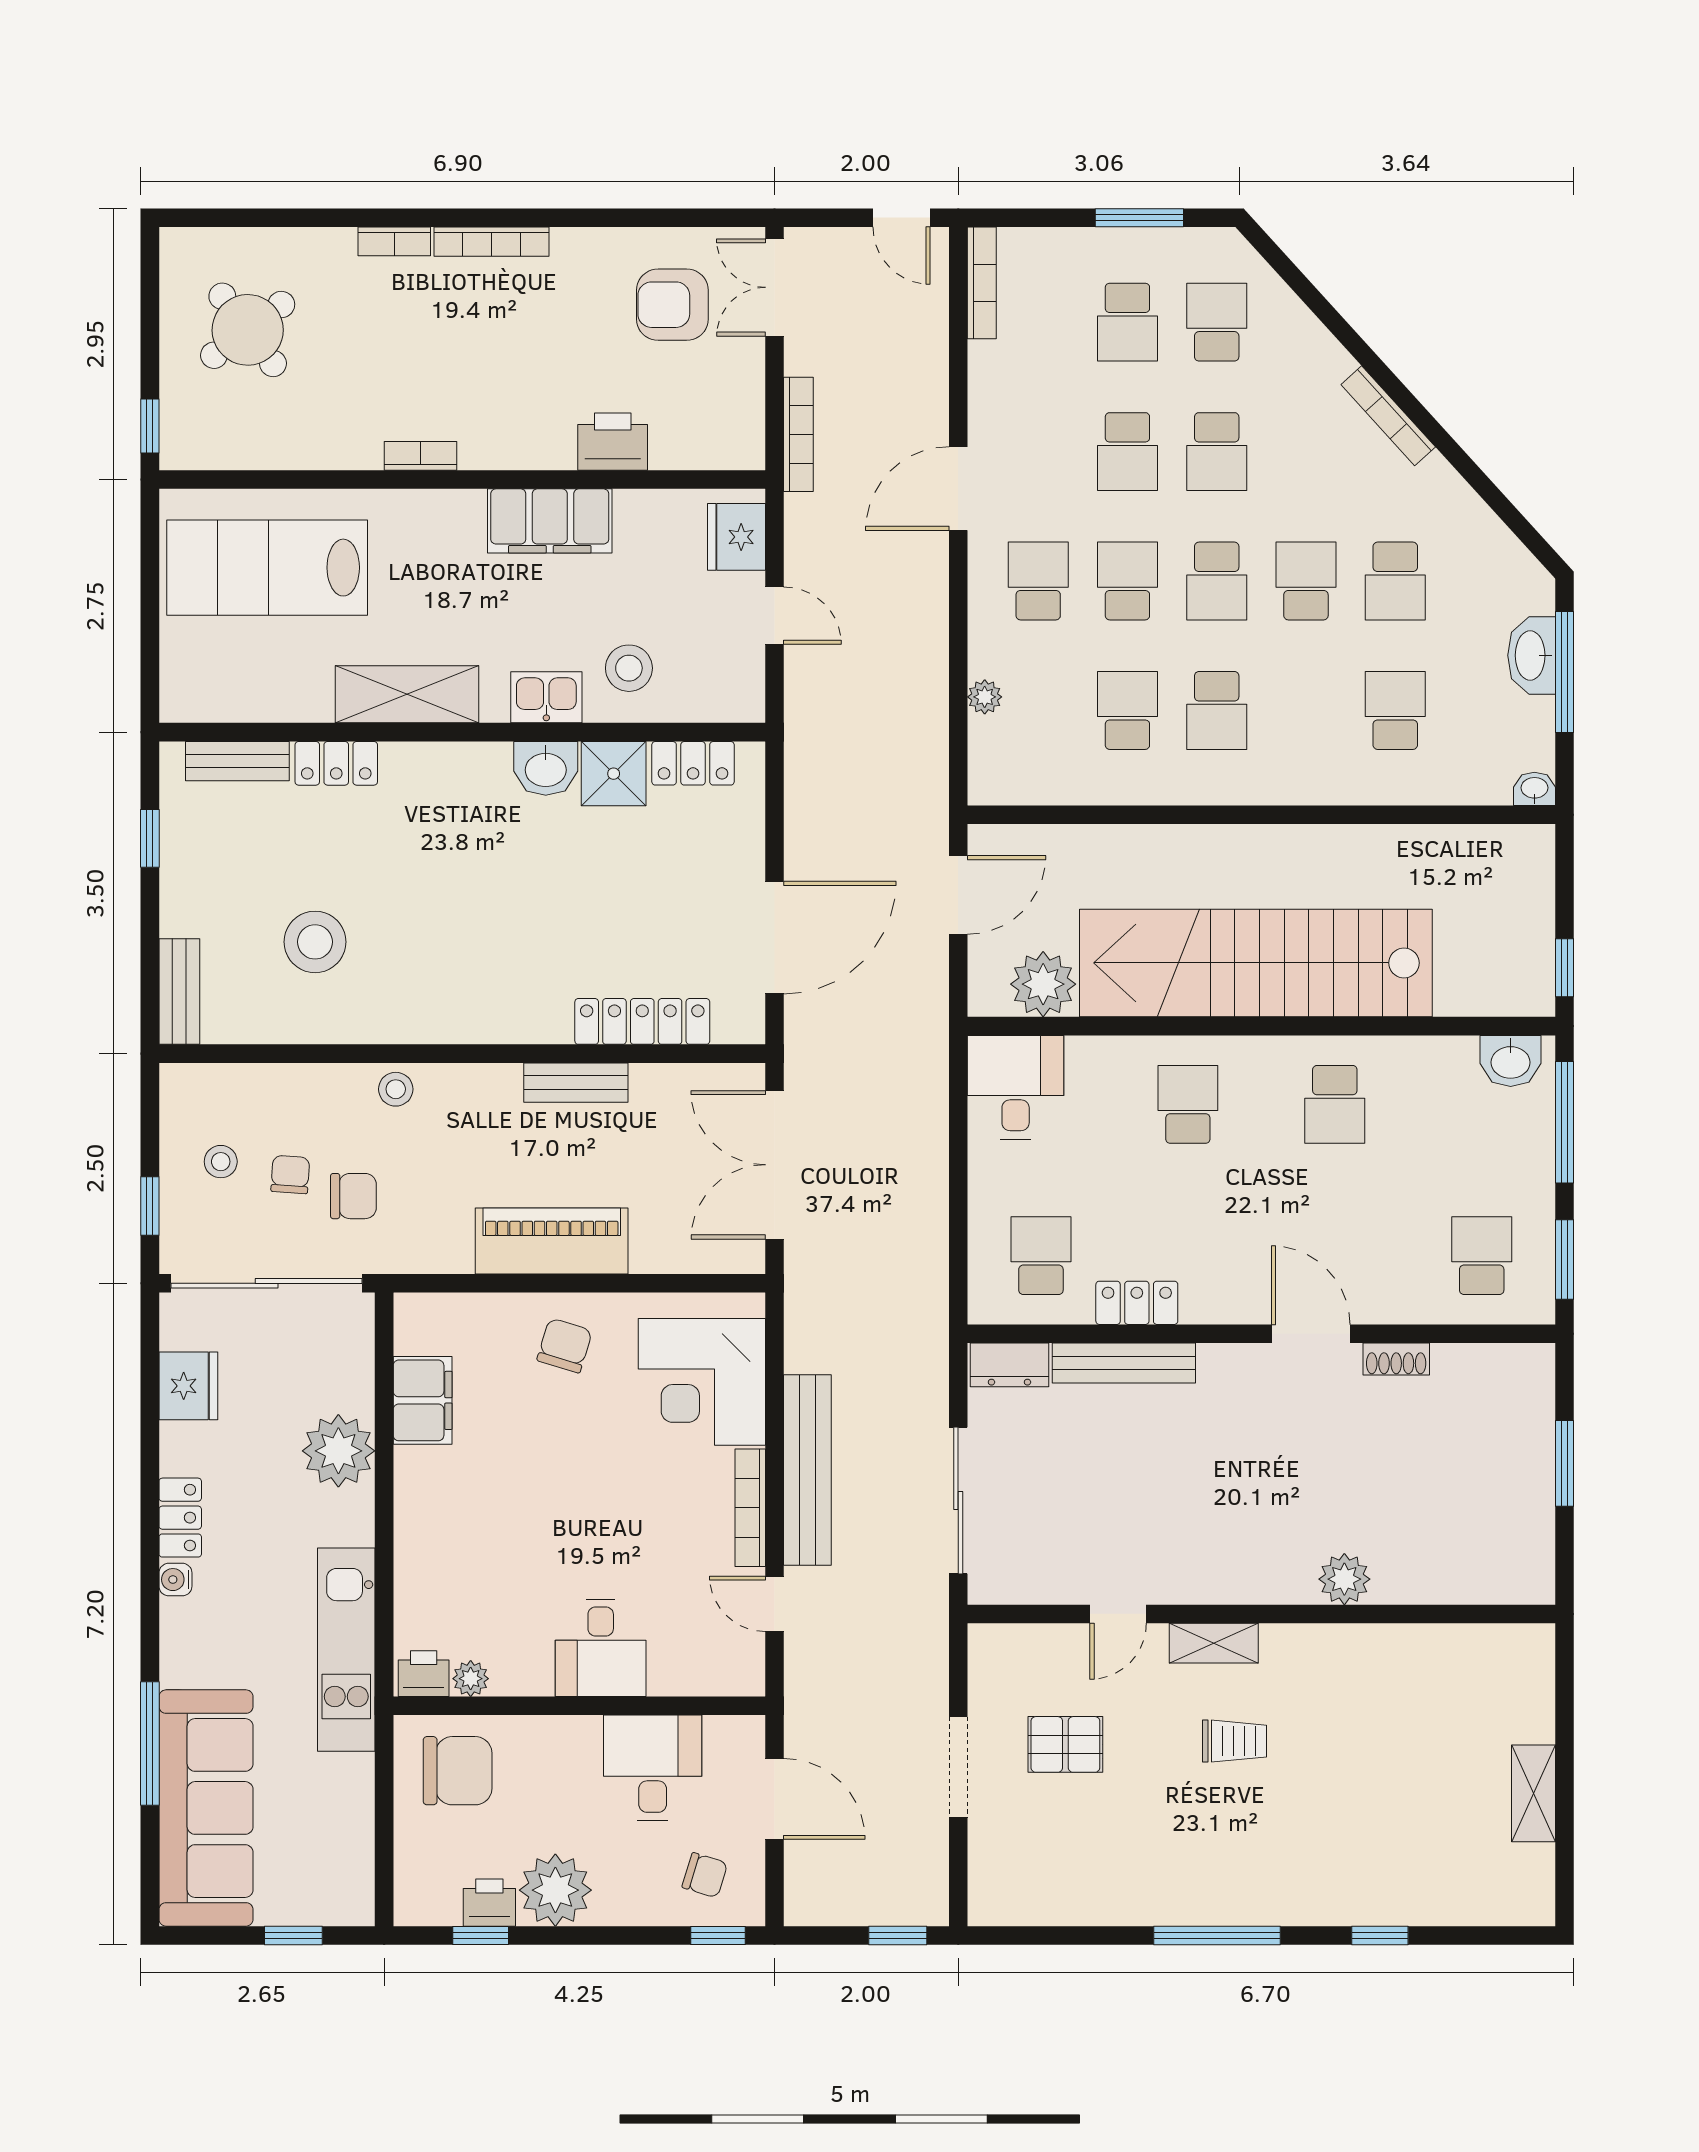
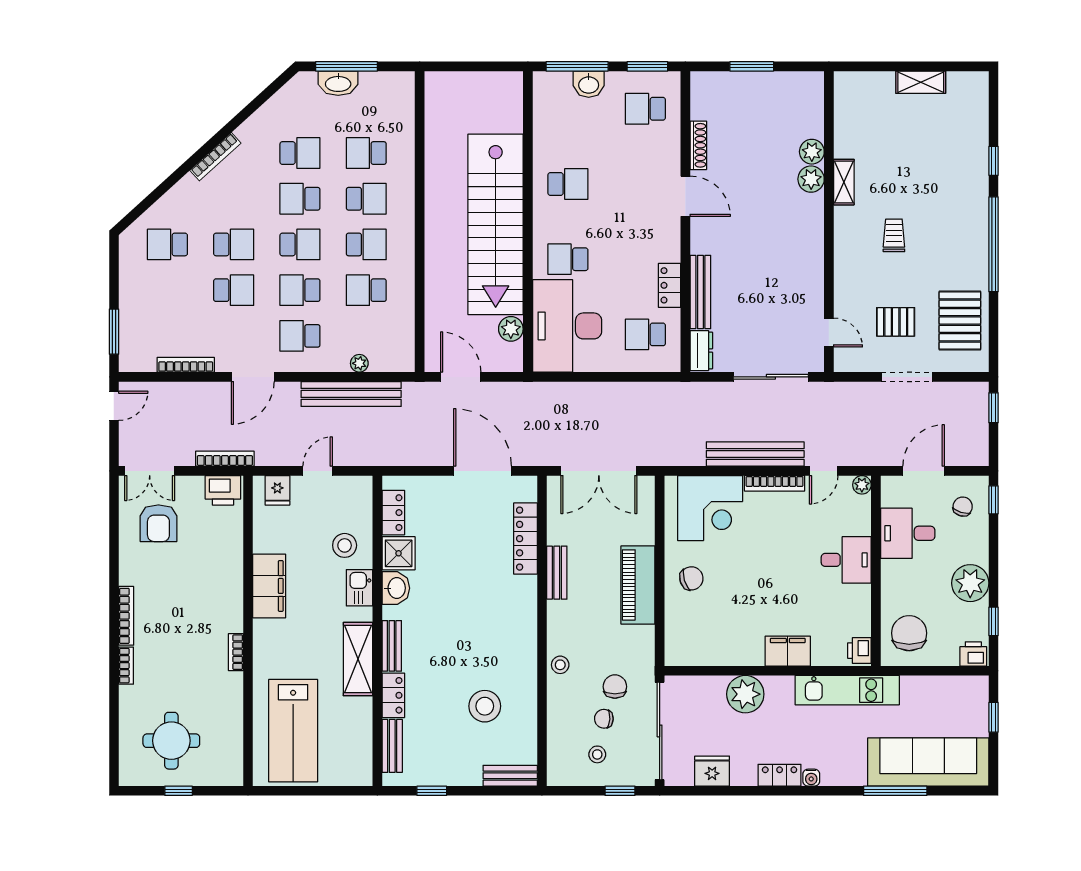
window: (1139, 218) -> (114, 332), moved
bookcase: (982, 283) -> (186, 365), moved
school desk: (1127, 322) -> (366, 199), moved
round table: (248, 330) -> (171, 741), turned 37
window: (150, 426) -> (179, 791), moved
printer: (613, 442) -> (223, 490), moved, turned -90
door: (958, 489) -> (253, 377), hinge flipped
fridge: (737, 537) -> (277, 490), width x0.72
bench: (925, 681) -> (351, 394), added
bench: (433, 760) -> (392, 646), added
washbasin: (1534, 789) -> (406, 82), removed
window: (1564, 968) -> (498, 66), removed
plant: (1043, 984) -> (511, 329), width x0.73, depth x0.73
washbasin: (1511, 1061) -> (589, 84), moved, turned 90
desk: (1016, 1087) -> (567, 326), width x1.87, depth x1.30
door: (1311, 1334) -> (685, 196), swing flipped
chair: (565, 1345) -> (691, 578), turned 146
shoe rack: (1396, 1359) -> (698, 145), width x1.43
filing cabinet: (423, 1400) -> (788, 651), moved
plant: (1398, 1581) -> (812, 152), added
door: (1118, 1614) -> (829, 333), moved
shelving: (1214, 1643) -> (844, 182), moved
plant: (471, 1679) -> (862, 485), moved
pallet: (1065, 1744) -> (896, 322), turned 90
pallet: (1068, 1870) -> (960, 320), added
printer: (489, 1903) -> (973, 654), moved, turned 90
window: (1217, 1935) -> (993, 244), width x1.46

